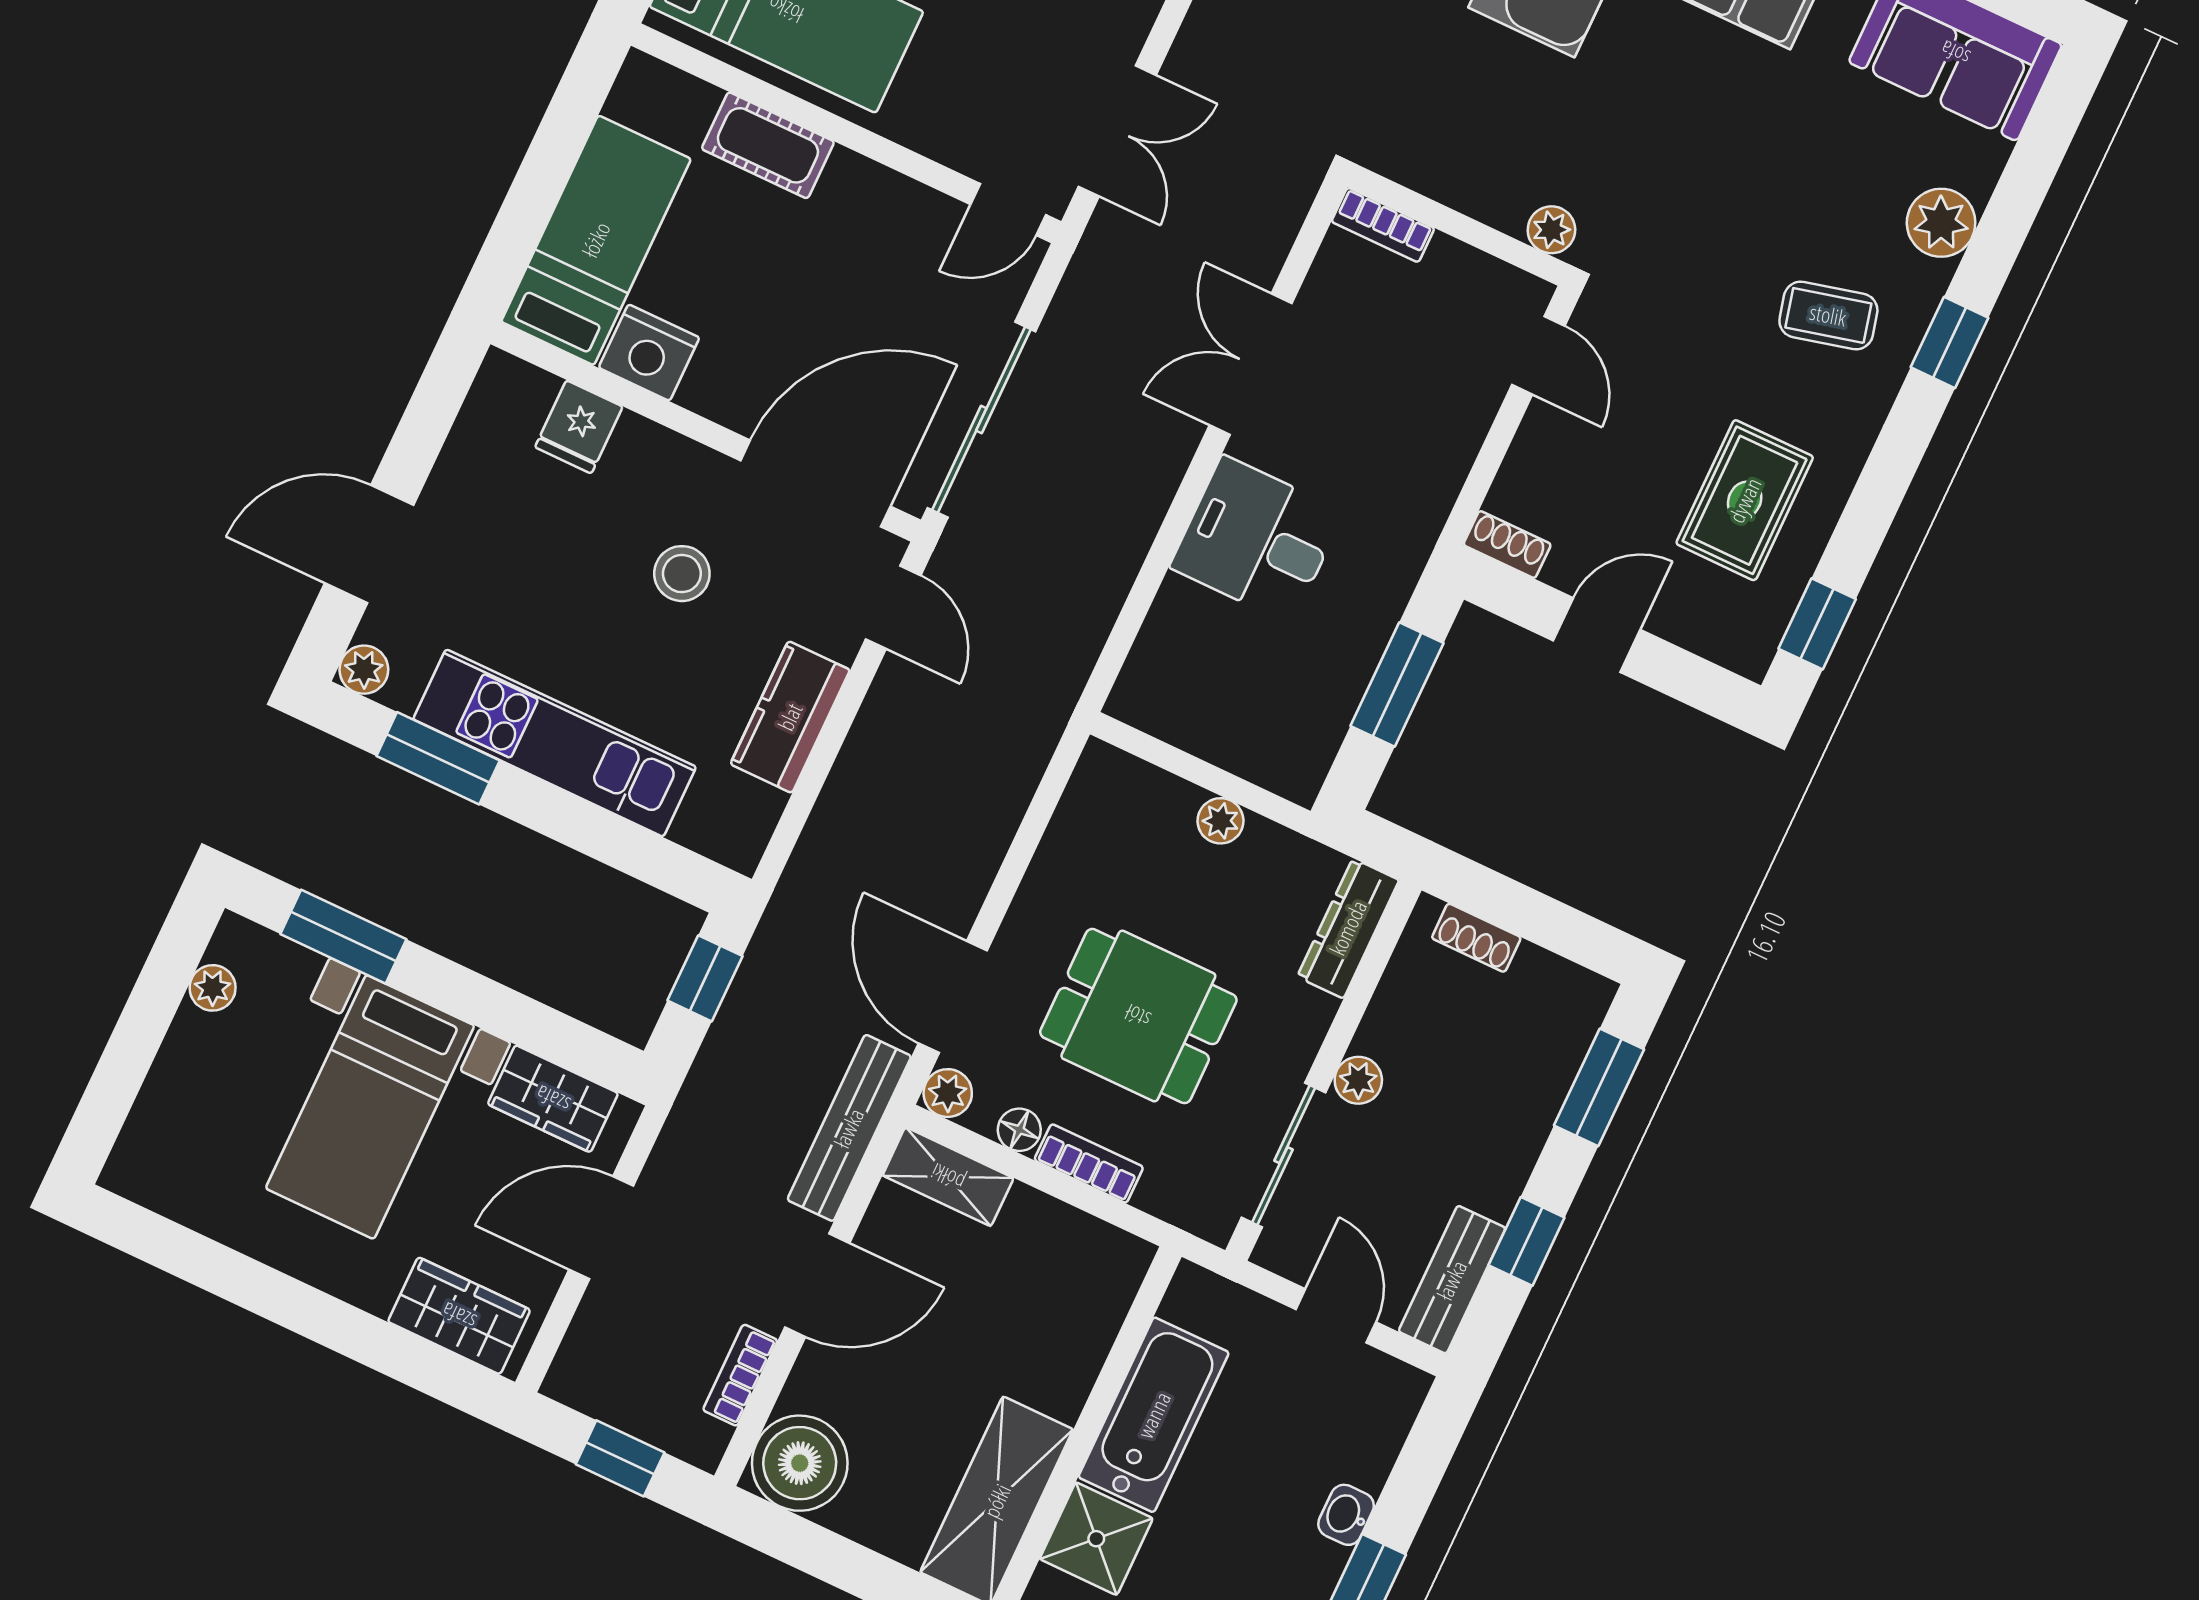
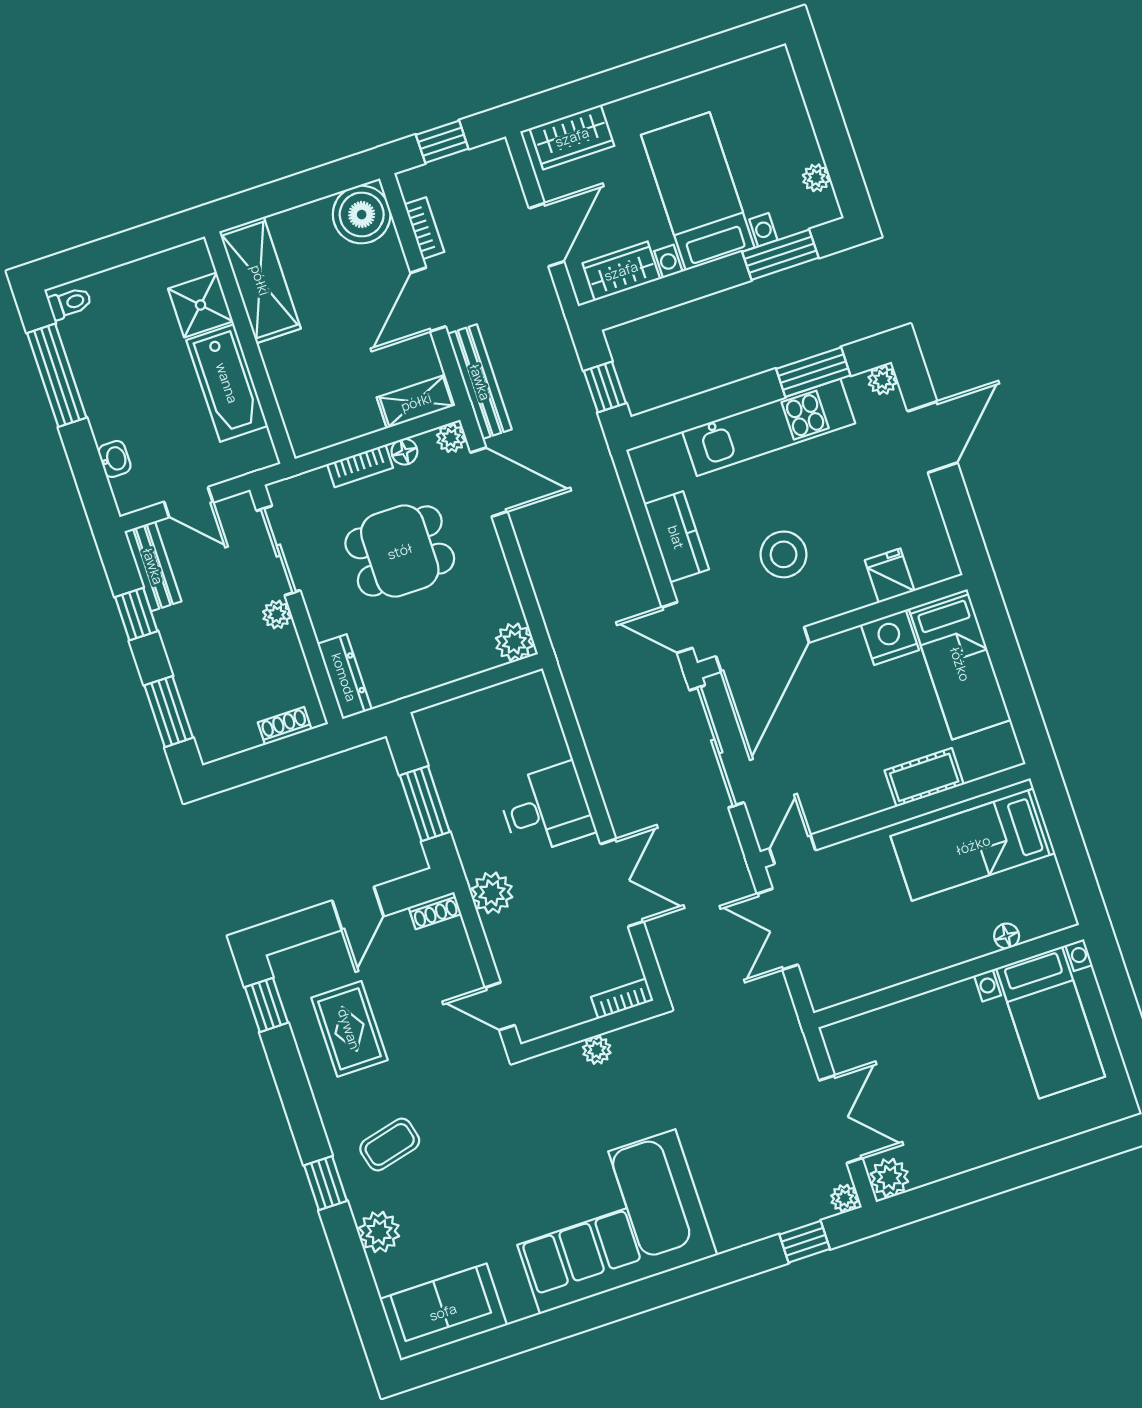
plant: (1551, 230) -> (597, 1050), moved
plant: (1418, 501) -> (492, 893), added
stool: (682, 574) -> (784, 554), width x1.38, depth x1.38
plant: (1221, 821) -> (514, 642), moved, width x1.38, depth x1.38
washbasin: (1346, 1515) -> (114, 459), moved

